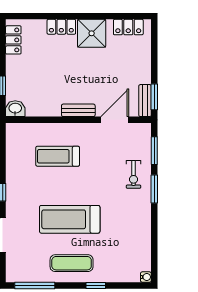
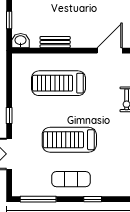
bench: (78, 110) -> (55, 42), moved
treadmill: (58, 156) -> (58, 83), width x1.37, depth x1.38

